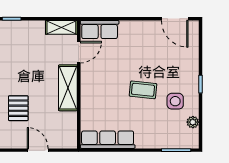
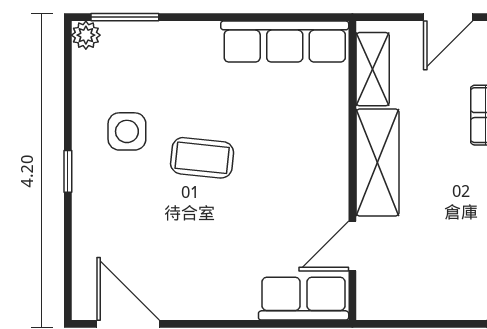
shelving: (61, 27) -> (373, 69), moved, turned 90
plant: (193, 122) -> (86, 35), moved
door: (38, 150) -> (448, 17), hinge flipped

